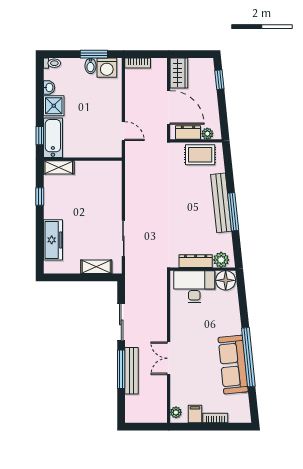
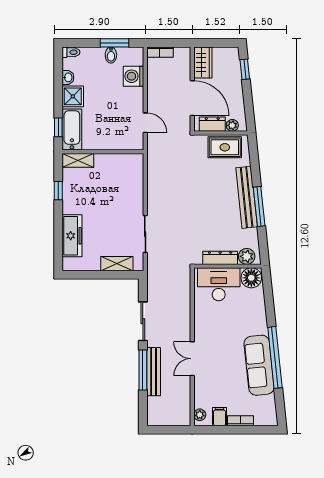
washing machine: (107, 68) -> (134, 76), moved, turned 90

